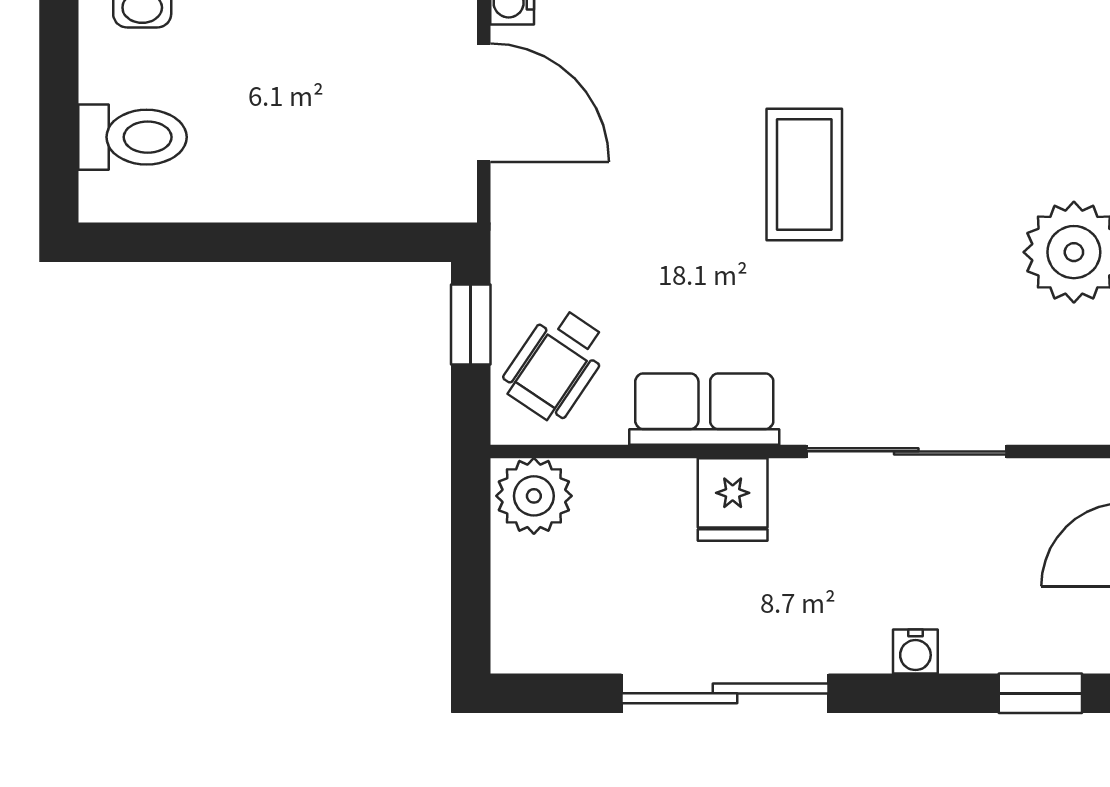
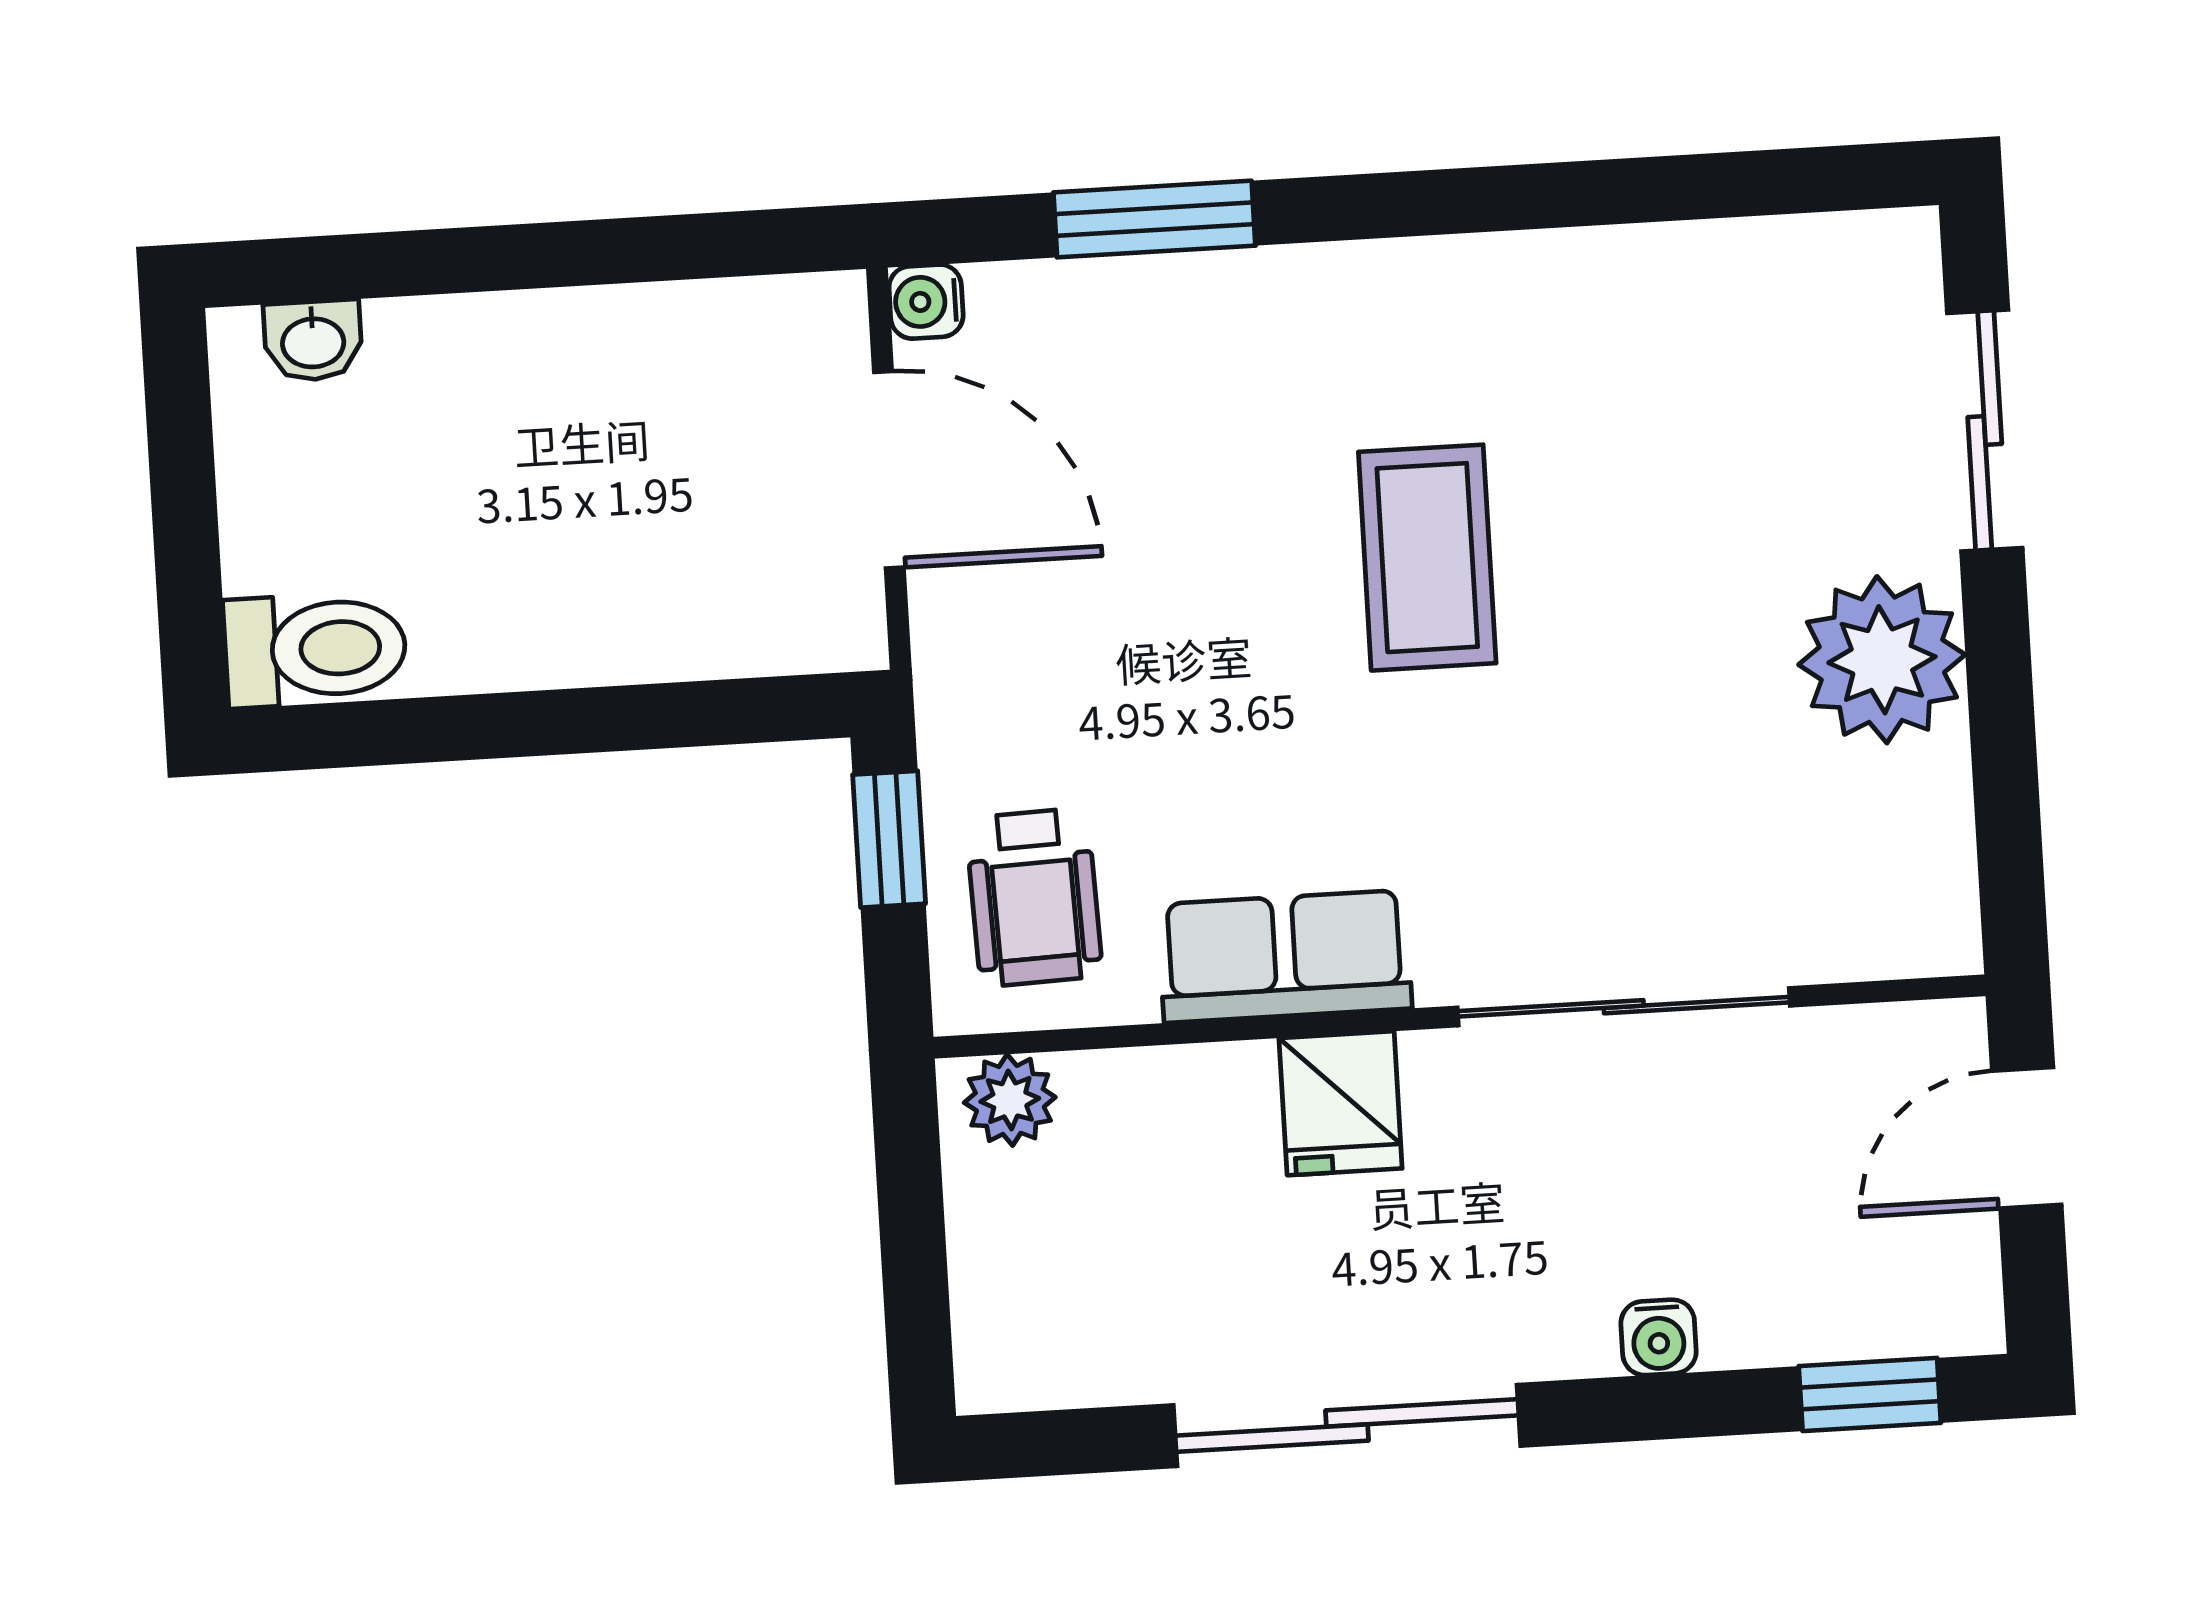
toilet: (133, 137) -> (315, 649), moved
wheelchair: (556, 365) -> (1034, 897), turned -36
plant: (534, 496) -> (1010, 1100), width x0.73, depth x0.73

